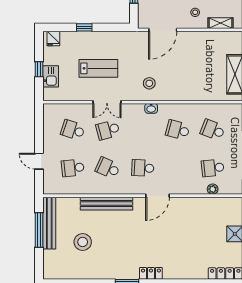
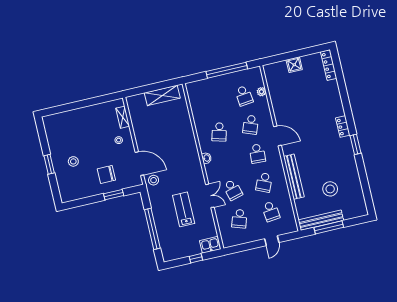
window: (84, 27) -> (152, 229), width x3.17
fridge: (53, 39) -> (168, 252), removed
kitchen sink: (51, 76) -> (210, 245), moved
stool: (149, 83) -> (154, 180), moved
school desk: (213, 130) -> (251, 125), moved

